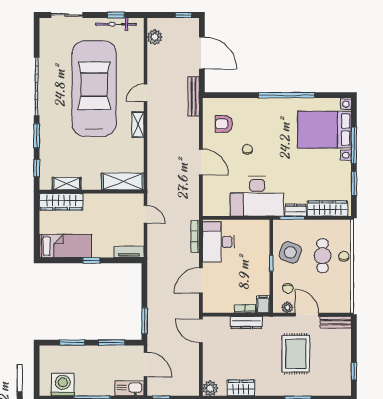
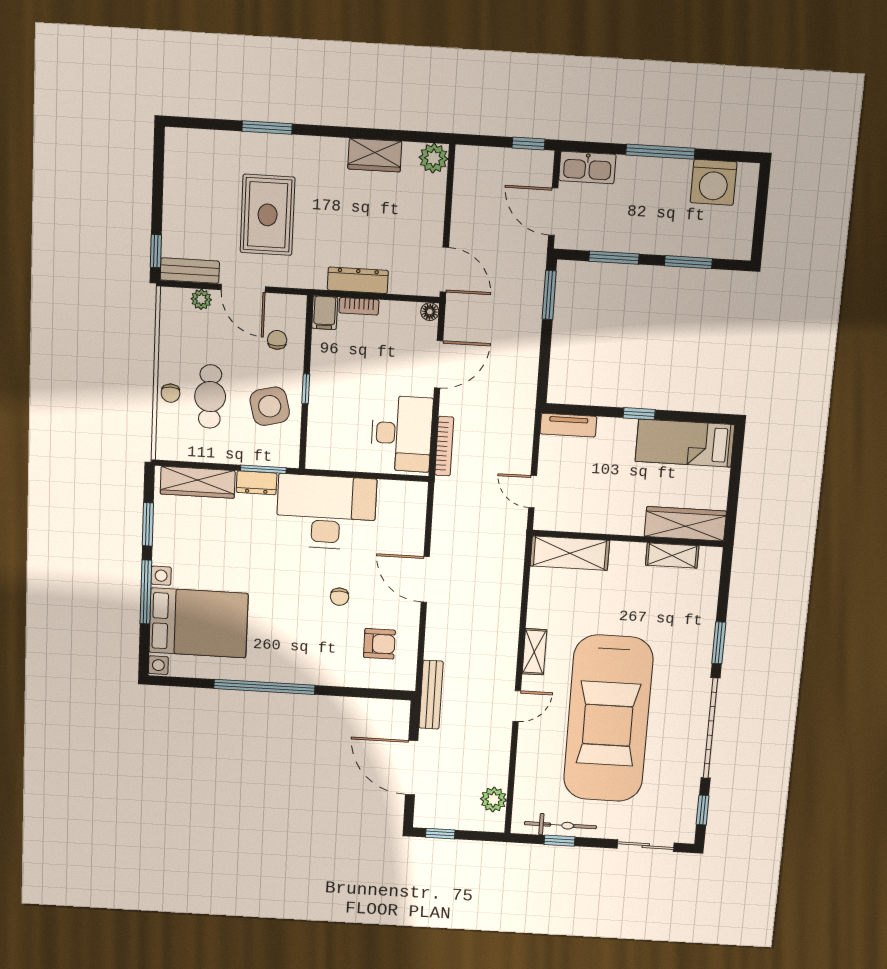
window: (37, 168) -> (703, 810), moved
side table: (290, 252) -> (270, 406), turned -34
plant: (287, 307) -> (201, 299), moved
floor lamp: (207, 308) -> (430, 312), added
window: (354, 371) -> (156, 251), moved

